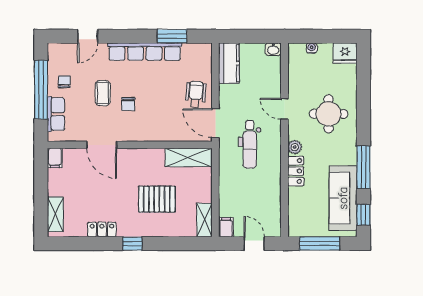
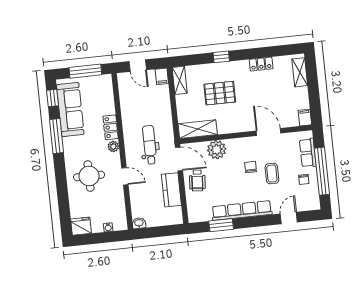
kitchen counter: (229, 63) -> (171, 190), moved
plant: (168, 130) -> (217, 150), added
window: (132, 244) -> (221, 57), moved

